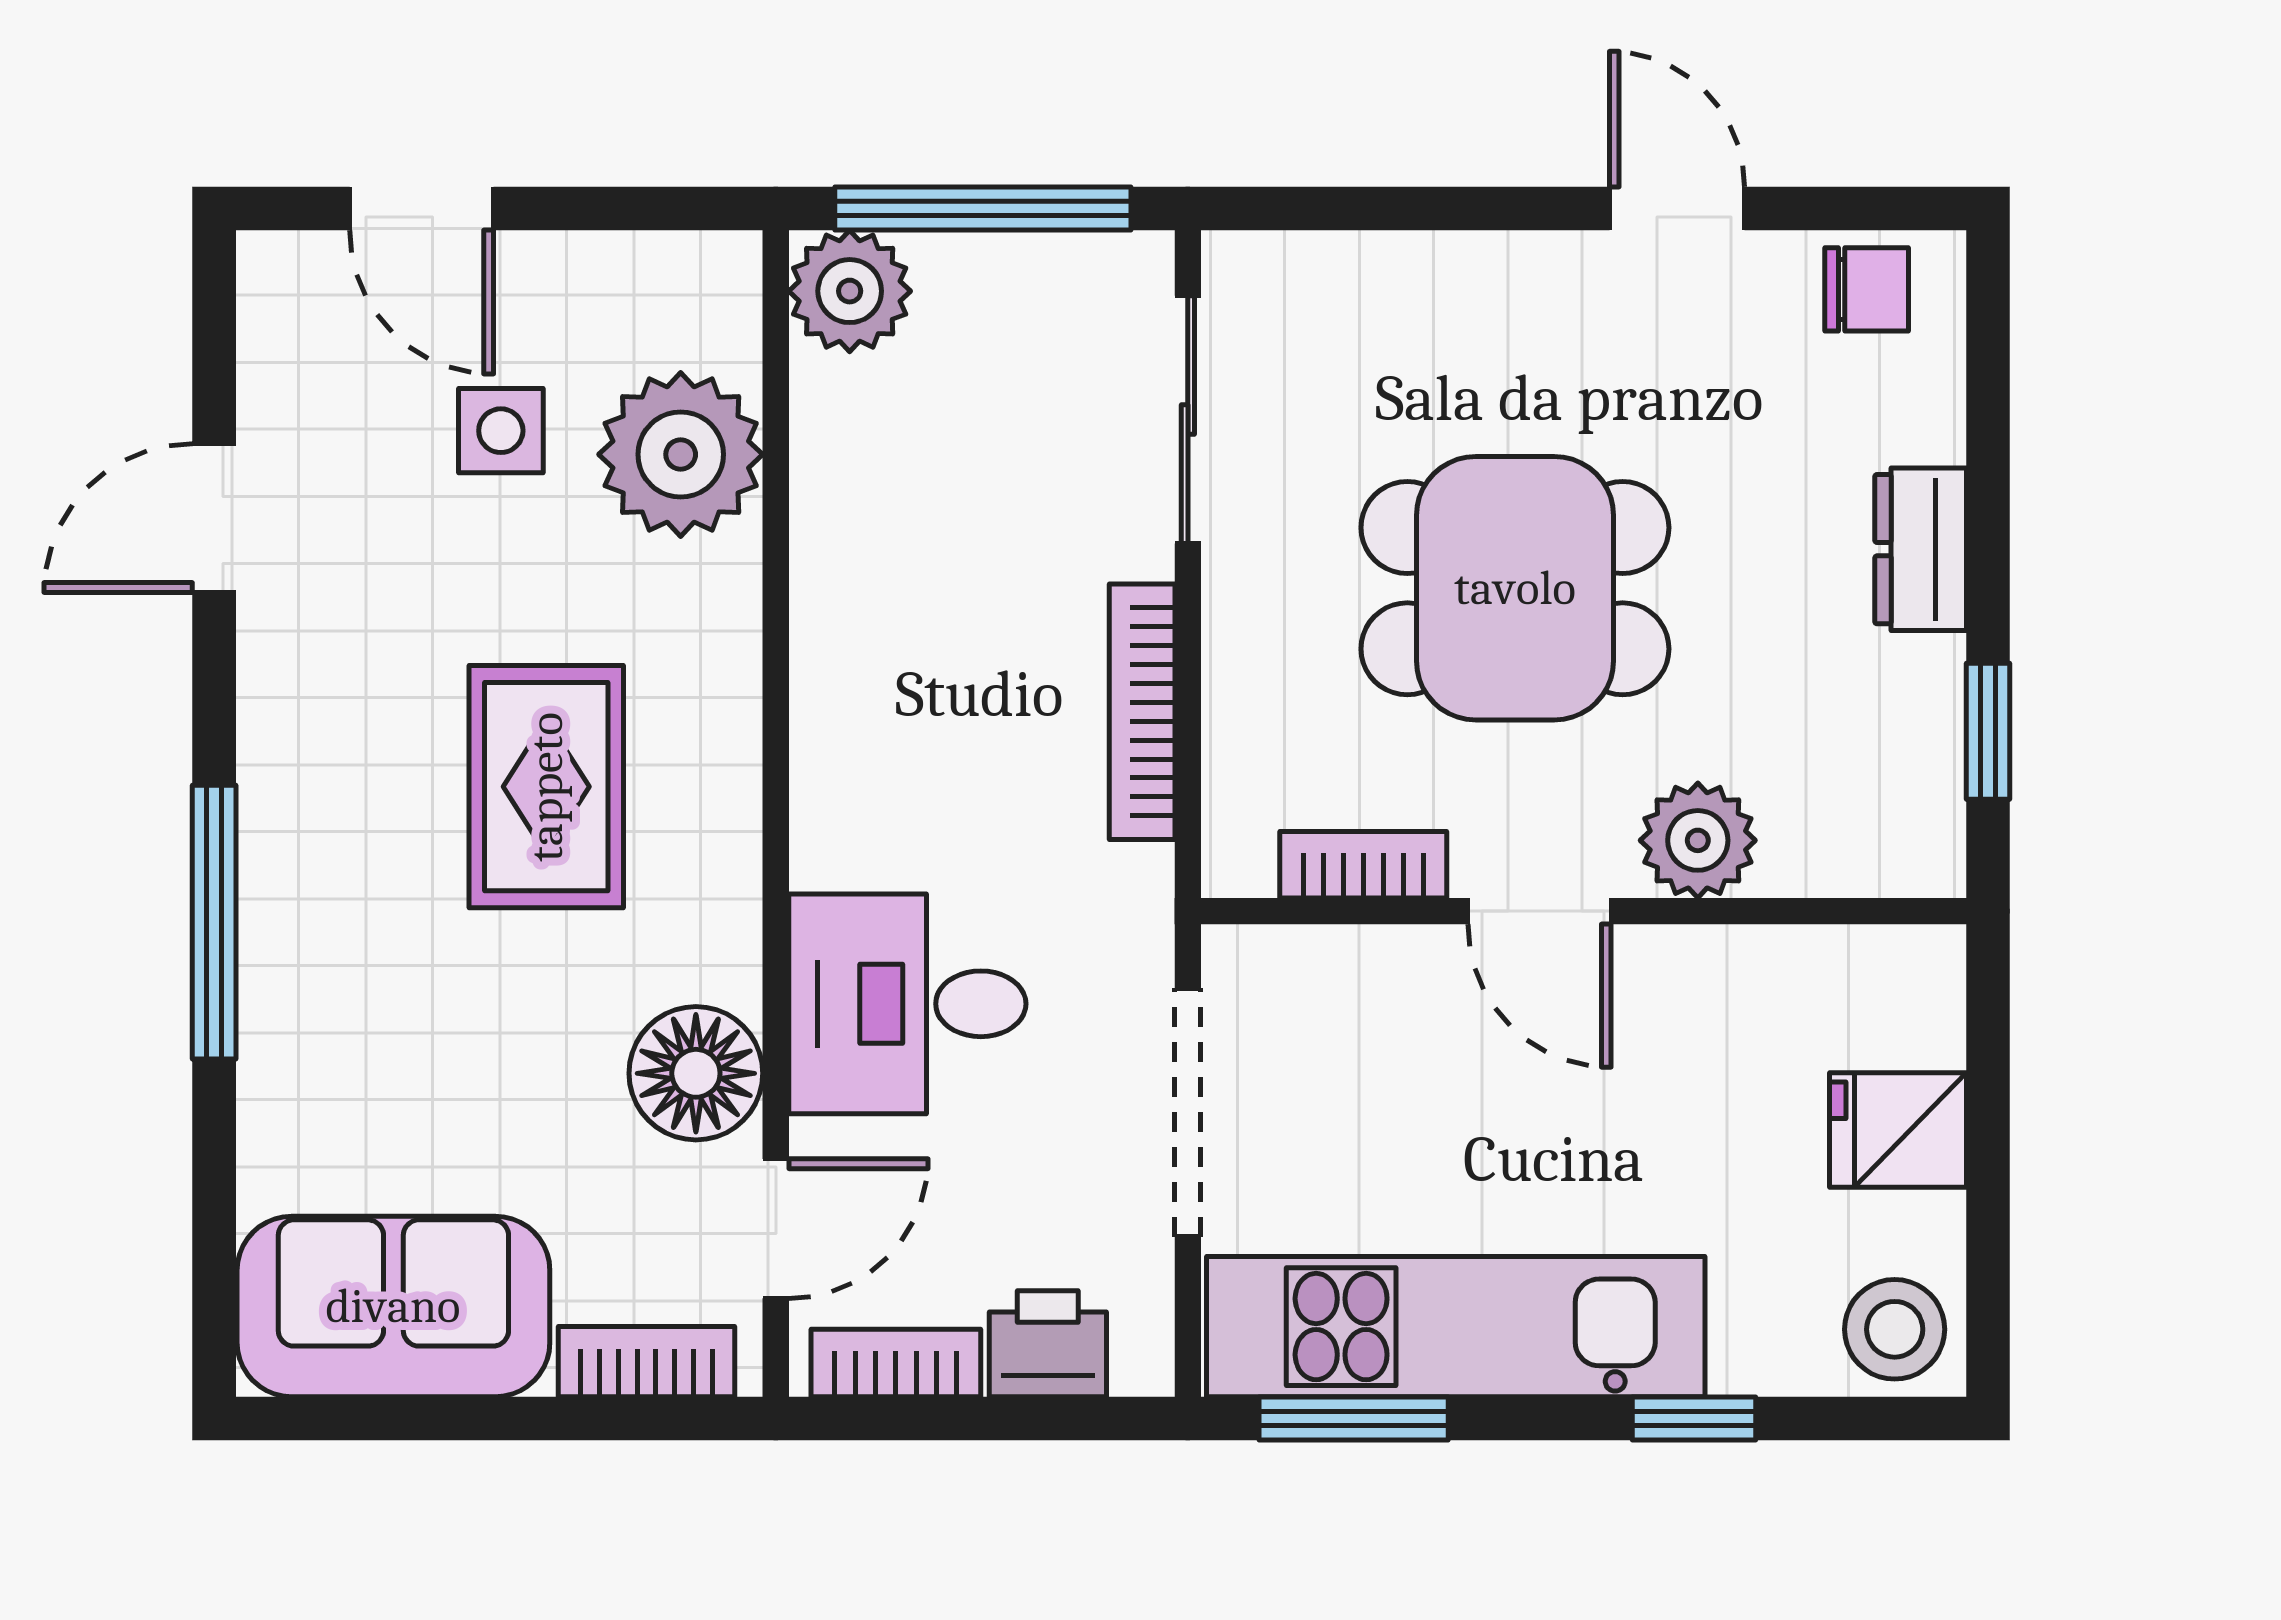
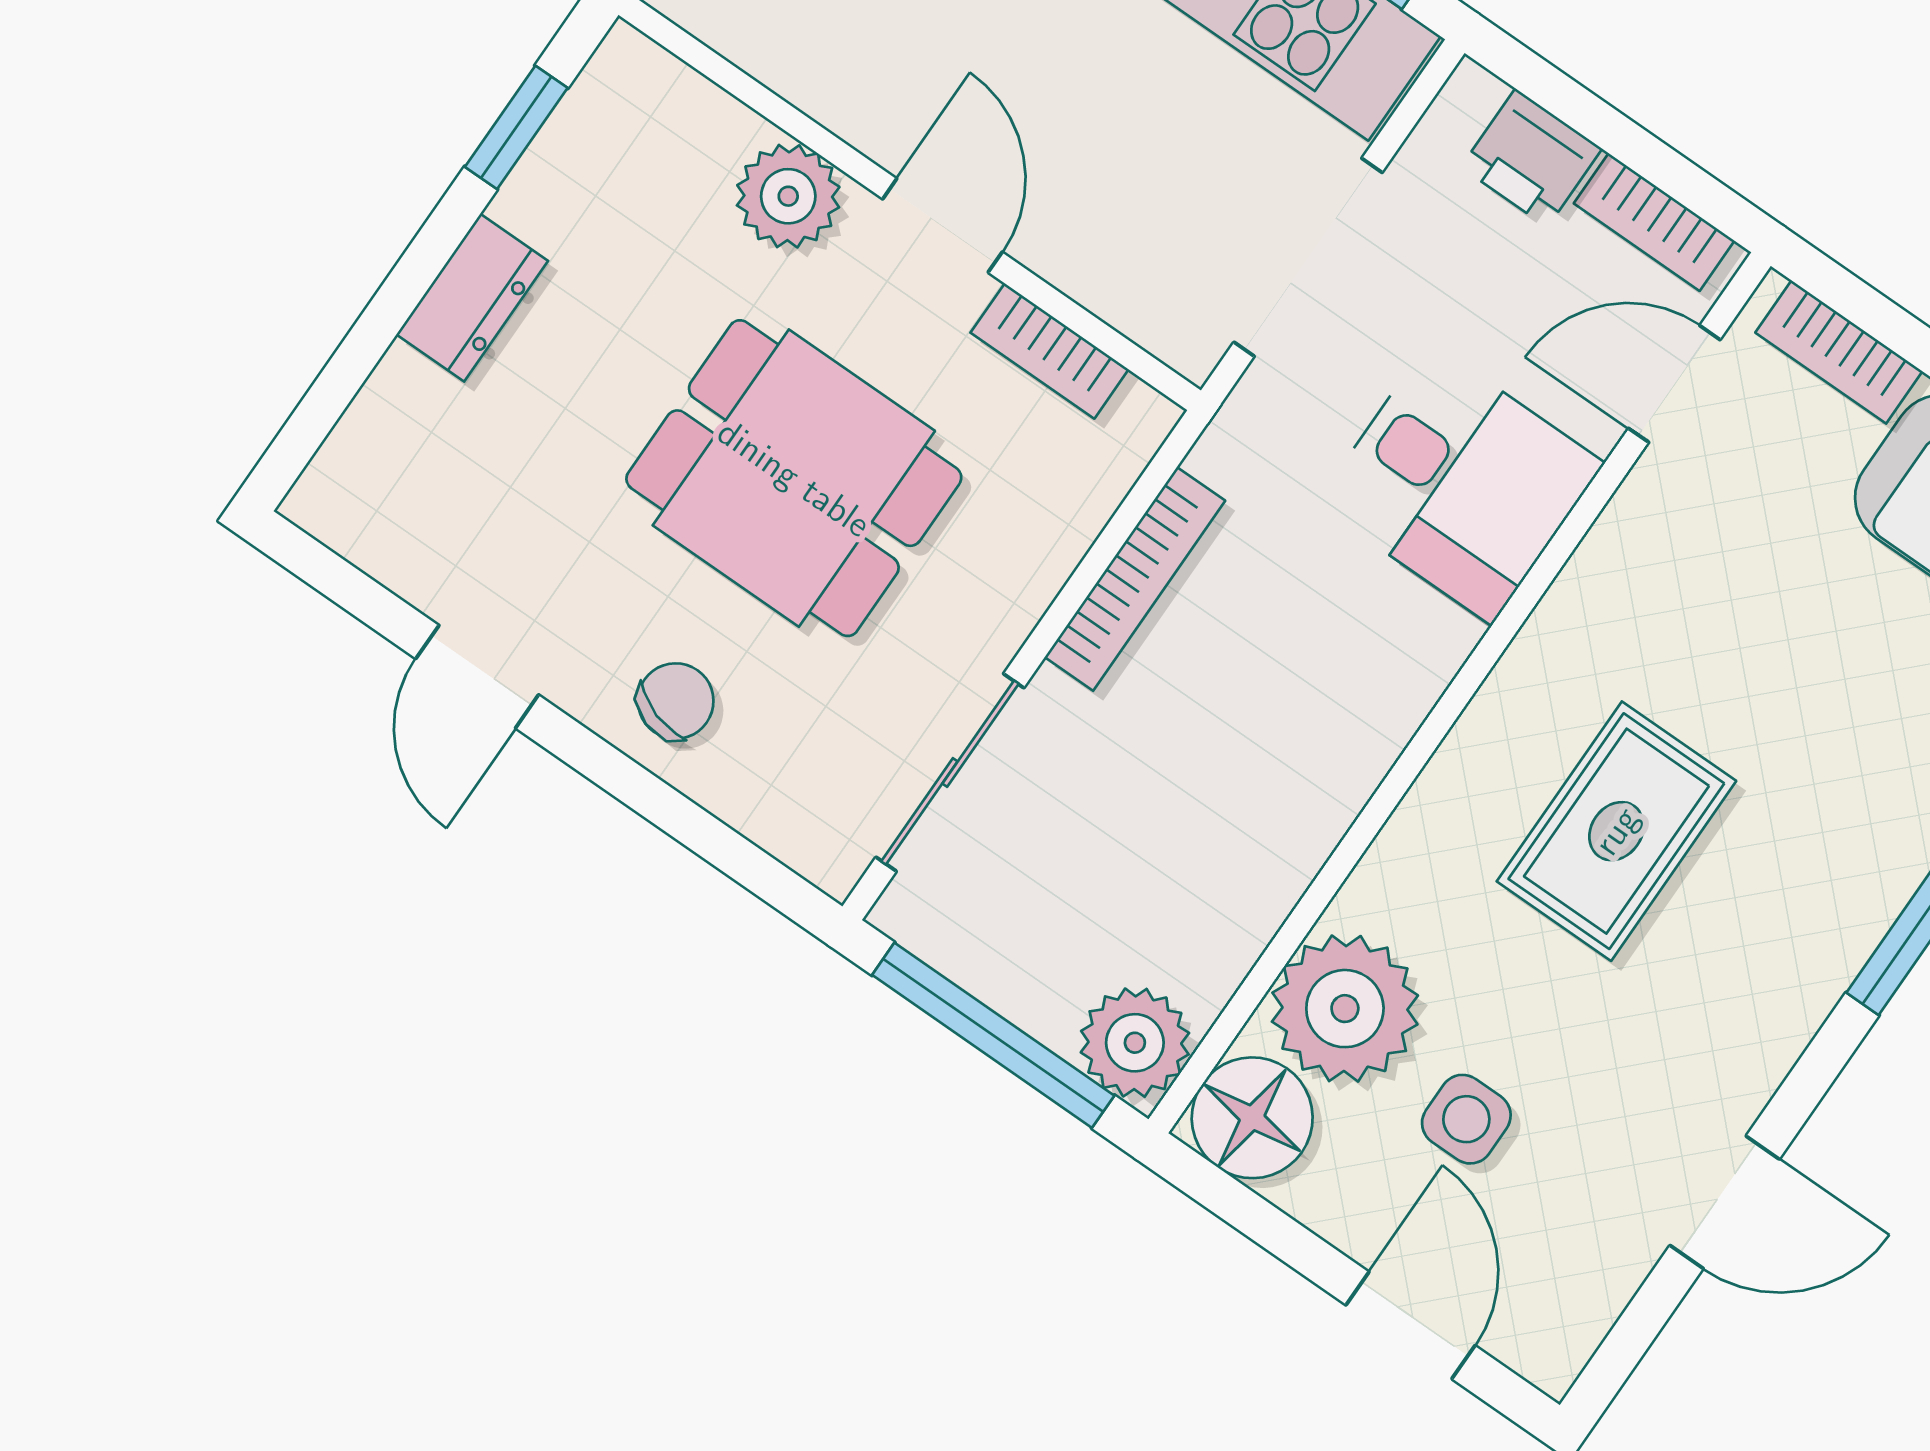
chair: (1867, 289) -> (676, 701), moved, turned 108
floor lamp: (696, 1073) -> (1252, 1118), moved

